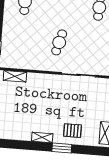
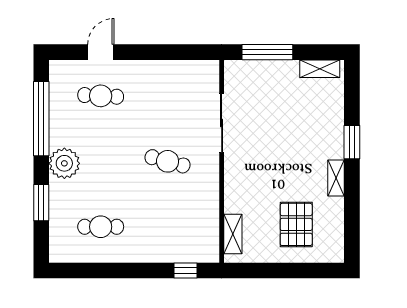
pallet: (72, 131) -> (296, 224), moved, width x1.50, depth x1.42

